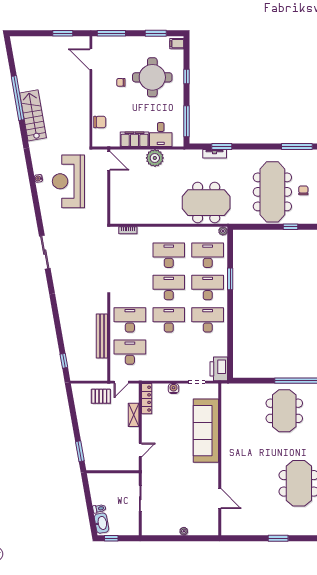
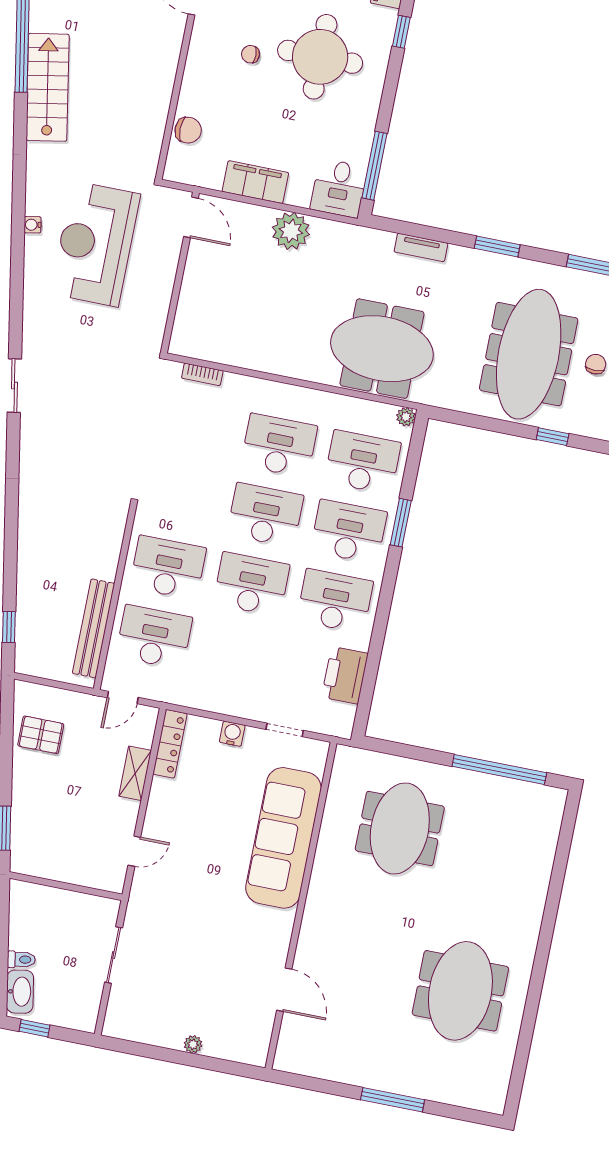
window: (186, 76) -> (401, 32), moved
desk: (161, 135) -> (339, 188), moved
window: (222, 146) -> (497, 246), moved
sliding door: (45, 252) -> (14, 386), width x0.73
bench: (102, 336) -> (94, 628), moved
printer: (219, 369) -> (345, 675), moved
pallet: (101, 396) -> (41, 735), moved
meeting table: (284, 411) -> (400, 828), moved
window: (278, 538) -> (393, 1100), width x1.44

